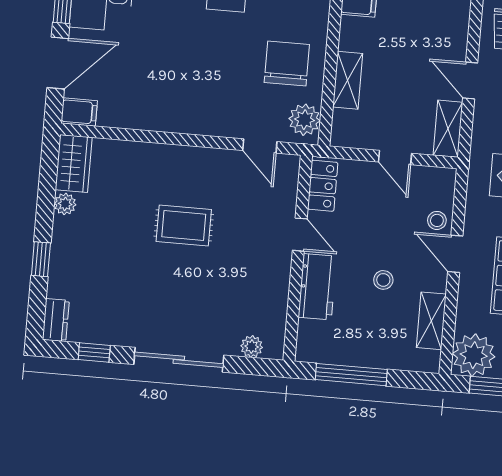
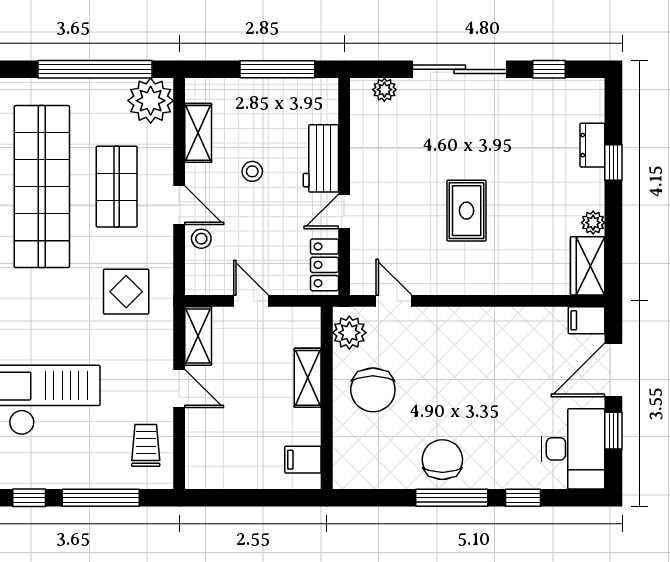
rug: (184, 225) -> (467, 211), turned 90
door: (300, 235) -> (344, 212), hinge flipped
dresser: (56, 320) -> (592, 145), moved

